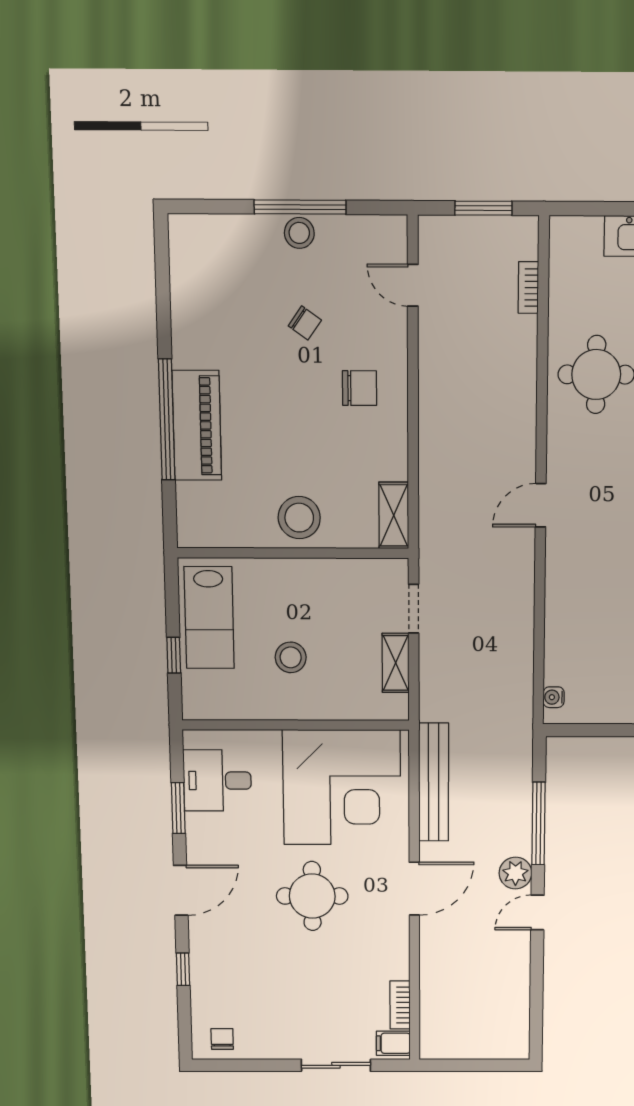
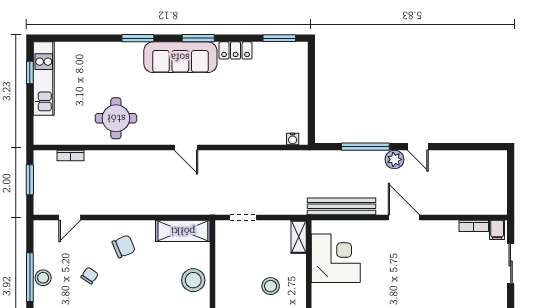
chair: (359, 388) -> (124, 246), turned 67
shelving: (394, 515) -> (183, 231), width x1.50, depth x1.33
shelving: (396, 663) -> (299, 237), moved, turned 90
corner desk: (342, 787) -> (336, 258), width x0.74, depth x0.74
round table: (312, 896) -> (408, 276), removed

